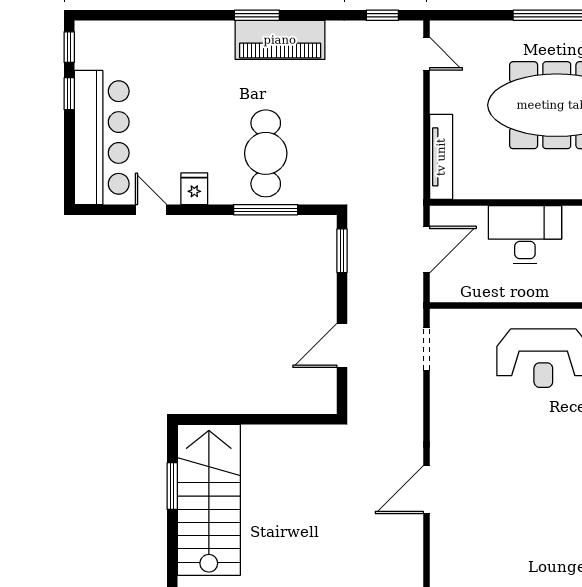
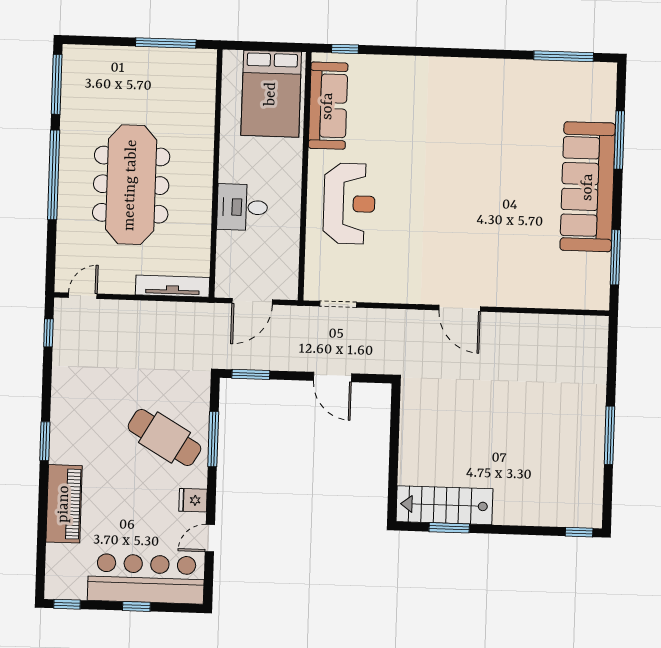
piano: (280, 40) -> (64, 504), moved
window: (69, 94) -> (136, 606), moved
cafe table: (266, 153) -> (164, 437), turned 30
desk: (525, 234) -> (242, 207), width x0.73
door: (426, 250) -> (252, 301), swing flipped
stairs: (209, 500) -> (444, 505), width x0.73, depth x0.66

